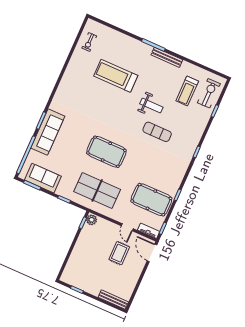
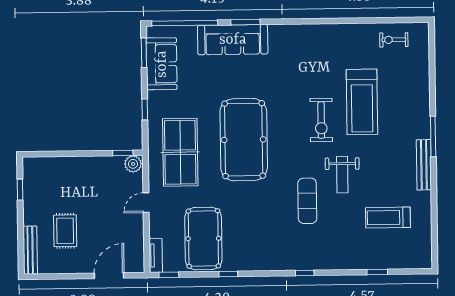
treadmill: (116, 76) -> (362, 102), turned 180
exercise bike: (209, 93) -> (321, 120), moved, turned 90
pool table: (106, 152) -> (244, 140), width x1.36, depth x1.32
door: (127, 227) -> (146, 203), moved
rug: (119, 253) -> (65, 231), moved, turned 90
door: (152, 253) -> (109, 276), moved

